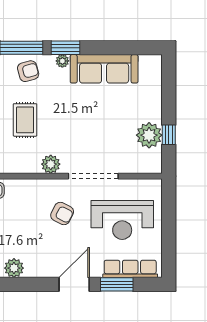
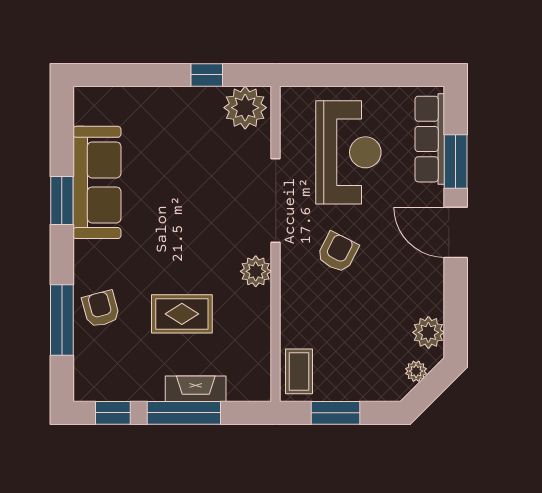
window: (65, 48) -> (62, 201), moved
plant: (62, 61) -> (84, 252), removed
plant: (149, 135) -> (245, 108), moved

